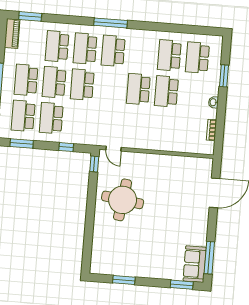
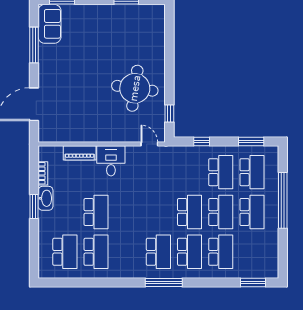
piano: (12, 33) -> (80, 153), moved, turned -90
window: (224, 76) -> (34, 207), moved
school desk: (138, 89) -> (127, 212), removed
washbasin: (213, 102) -> (46, 198), width x1.91, depth x1.45
desk: (149, 136) -> (111, 161), added
window: (94, 164) -> (169, 113), moved
window: (209, 258) -> (34, 45), moved

